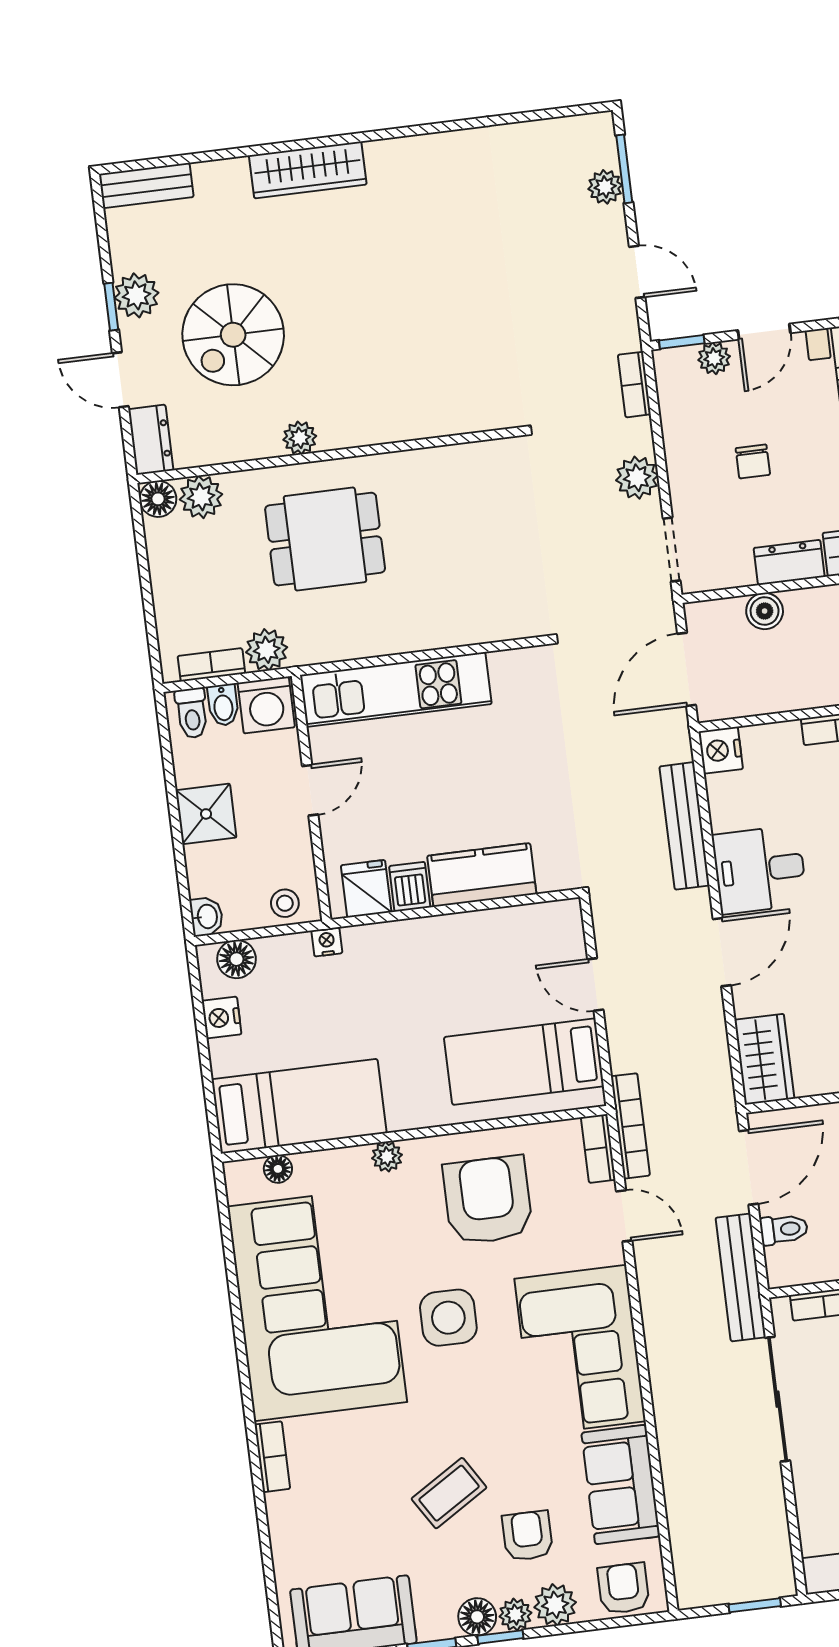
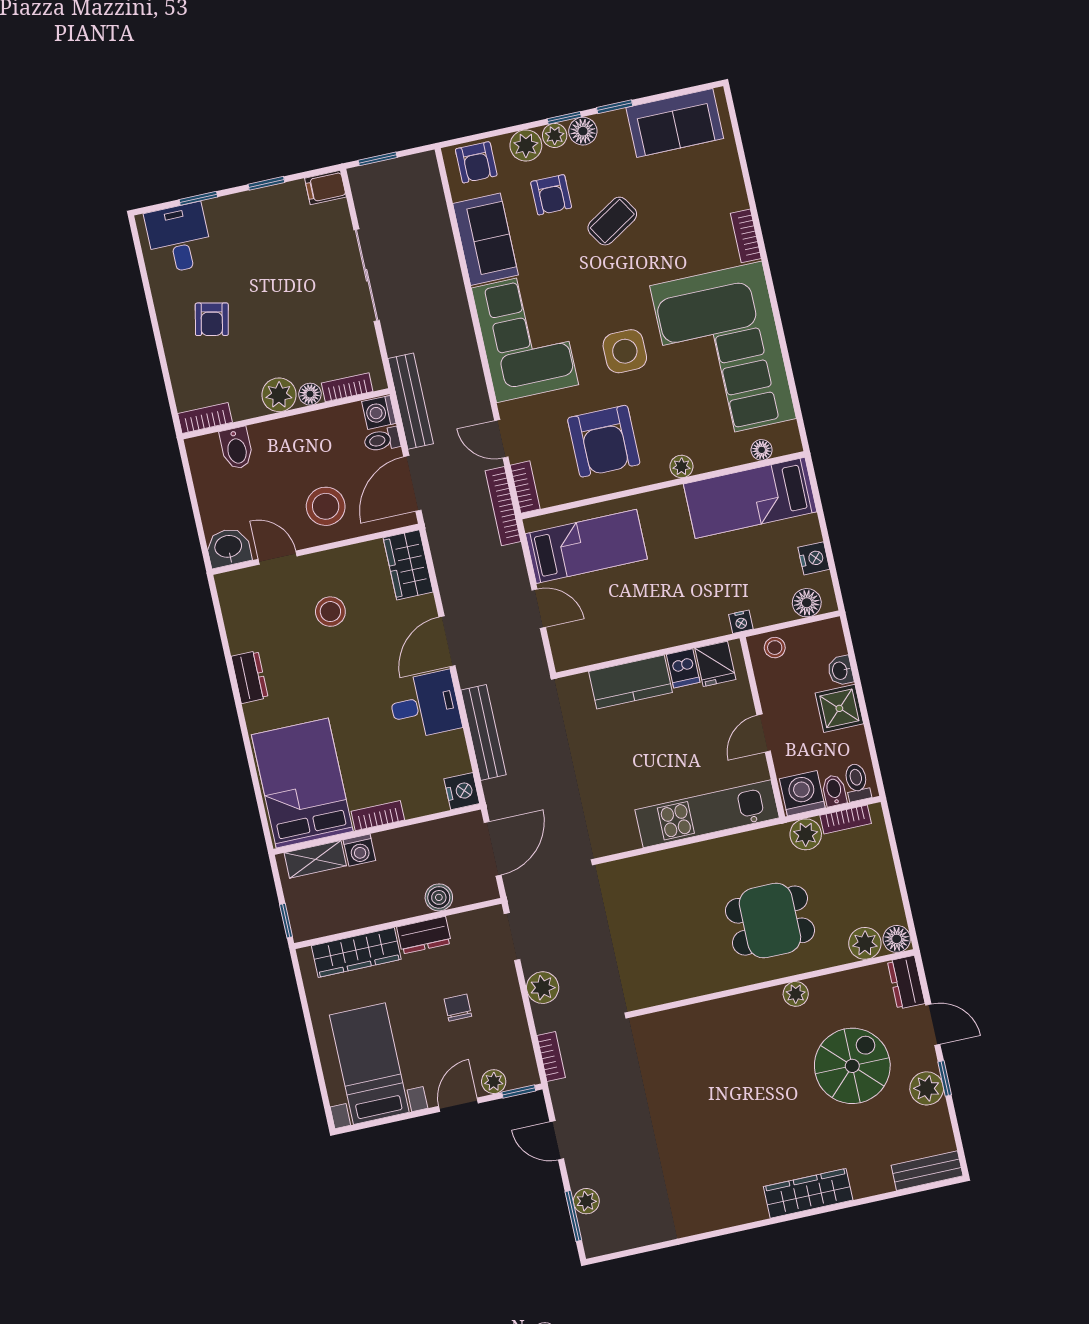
washbasin: (207, 917) -> (840, 671), moved
washing machine: (785, 1266) -> (379, 412), added
sliding door: (778, 1399) -> (367, 275), moved

